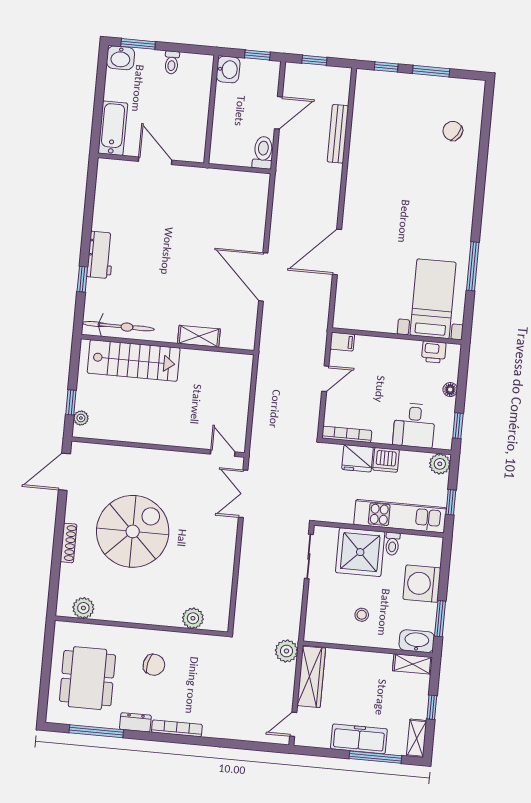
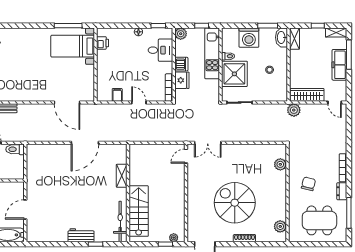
bed with nightstands: (433, 299) -> (73, 46), moved
wall: (397, 336) -> (96, 65), moved
printer: (434, 352) -> (103, 43), moved

